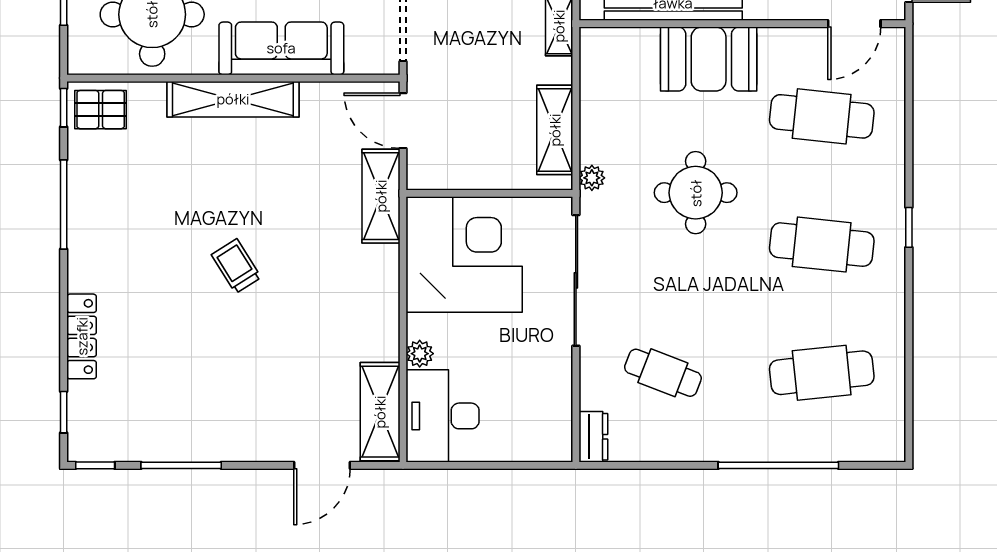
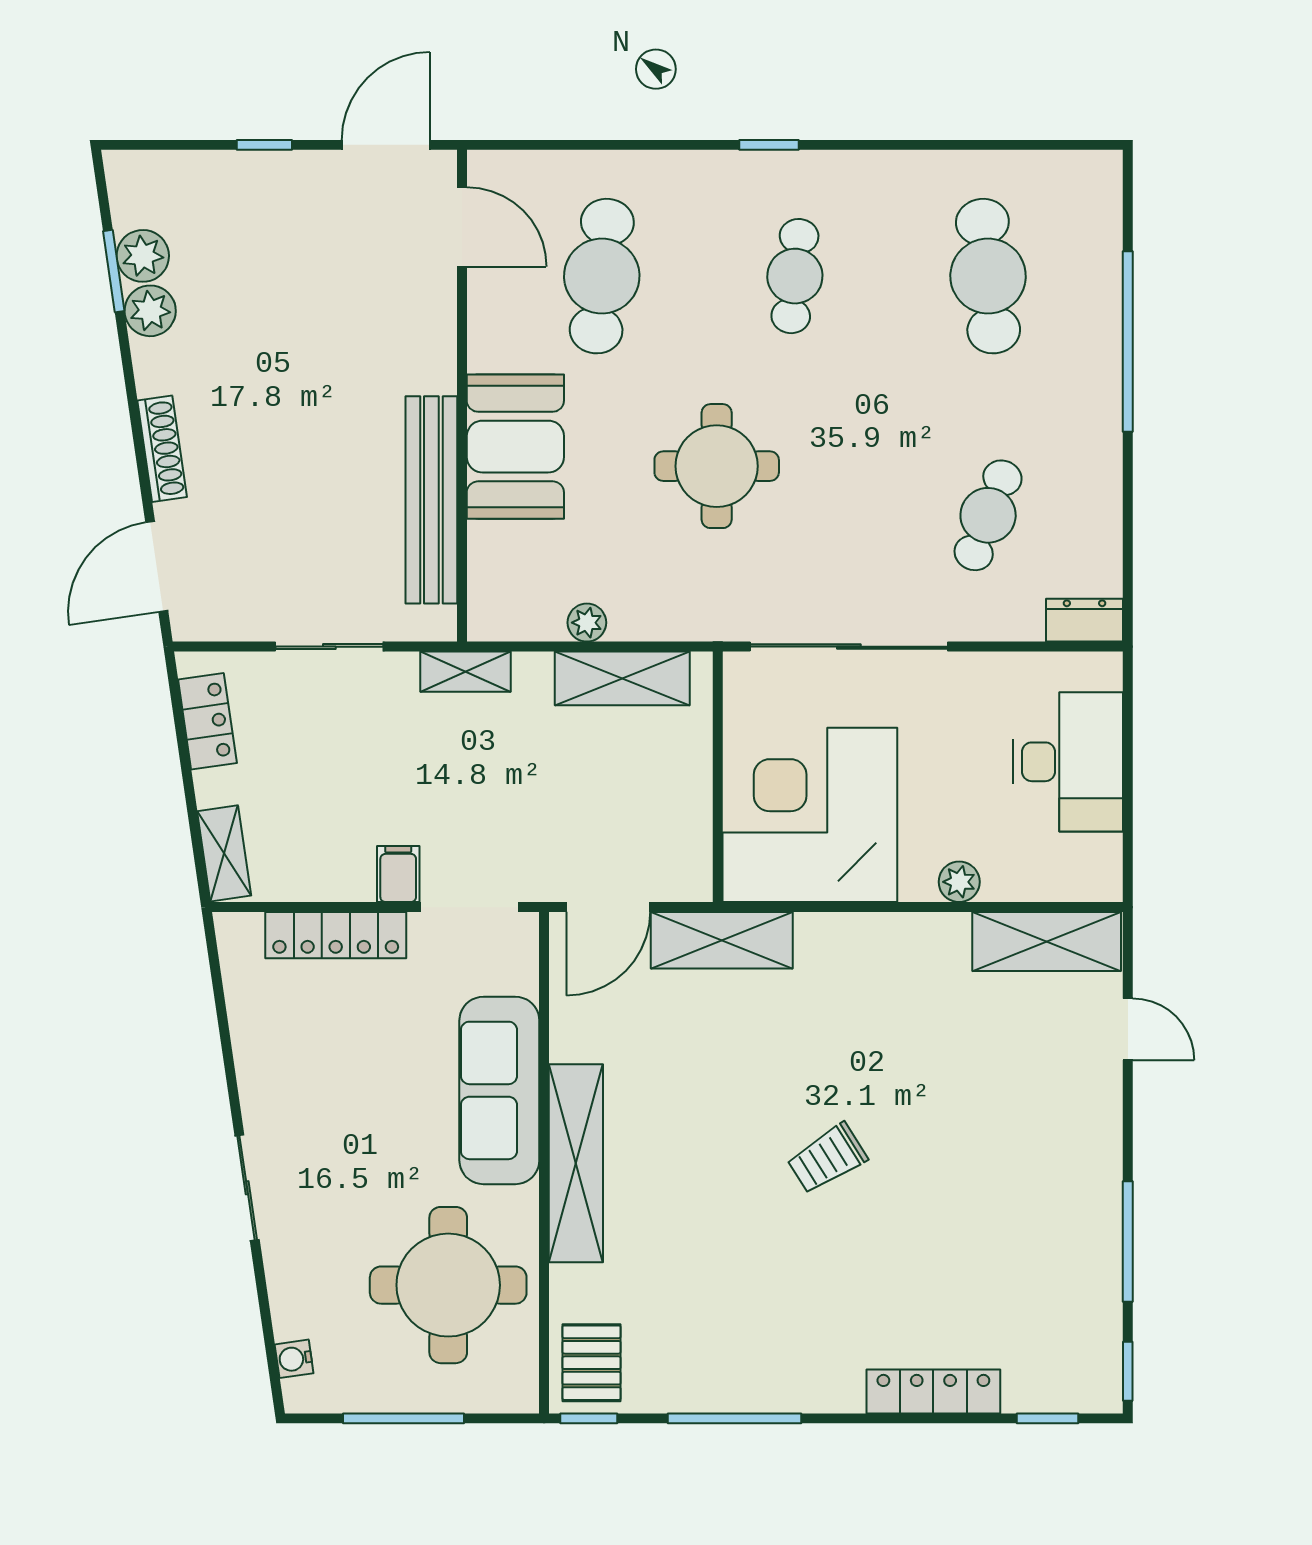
plant: (592, 178) -> (587, 623), moved
cafe table: (822, 245) -> (795, 276), width x0.73, depth x0.74
desk: (443, 416) -> (1068, 762), moved, turned -90
door: (322, 465) -> (1128, 1029), width x0.73

